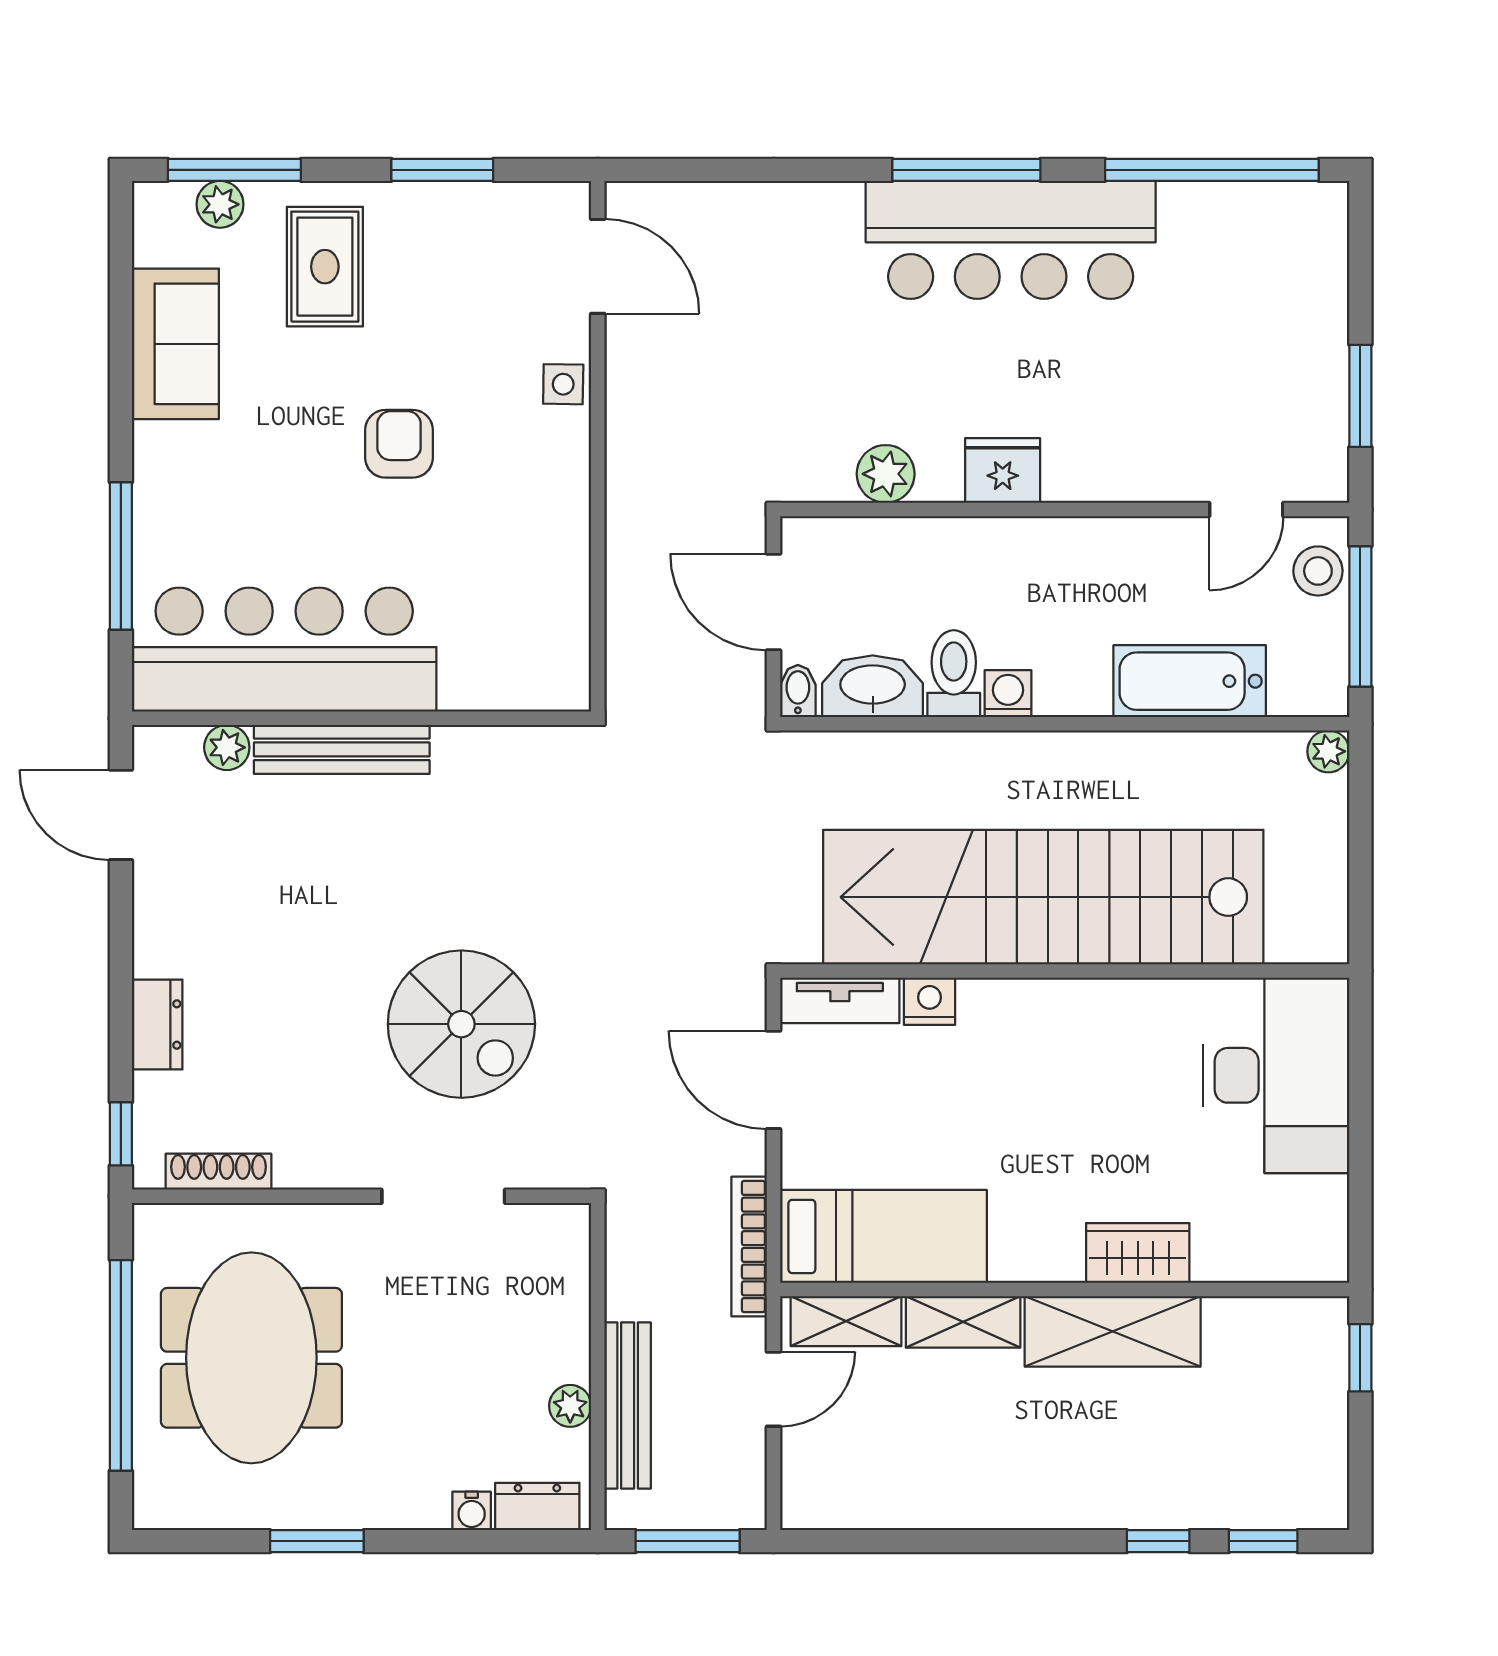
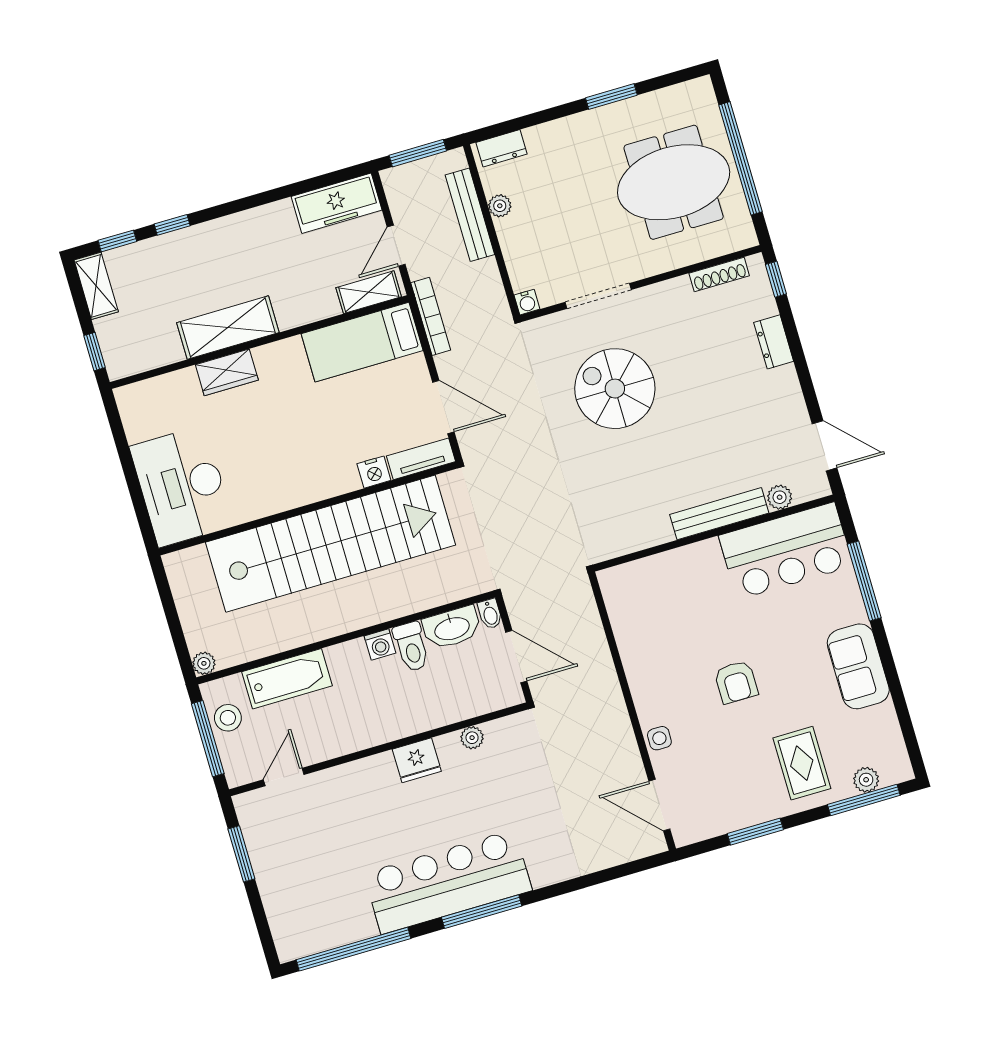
sofa: (175, 344) -> (858, 666), moved
plant: (886, 474) -> (472, 738), width x0.73, depth x0.73
stool: (1318, 571) -> (228, 718), moved
bar counter: (284, 650) -> (786, 551), width x0.73
shelving: (963, 1322) -> (96, 286), moved, turned 90
meeting table: (251, 1358) -> (674, 182), turned 90
freezer: (857, 1495) -> (337, 203), added
water cooler: (472, 1511) -> (527, 302), moved, turned 180

